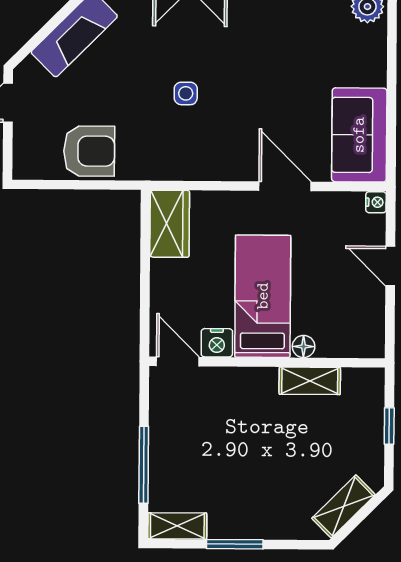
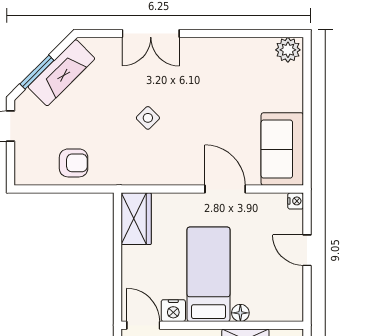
window: (43, 33) -> (37, 72), added
side table: (186, 93) -> (148, 118), turned 45
armchair: (89, 151) -> (74, 163), width x0.72, depth x0.72

